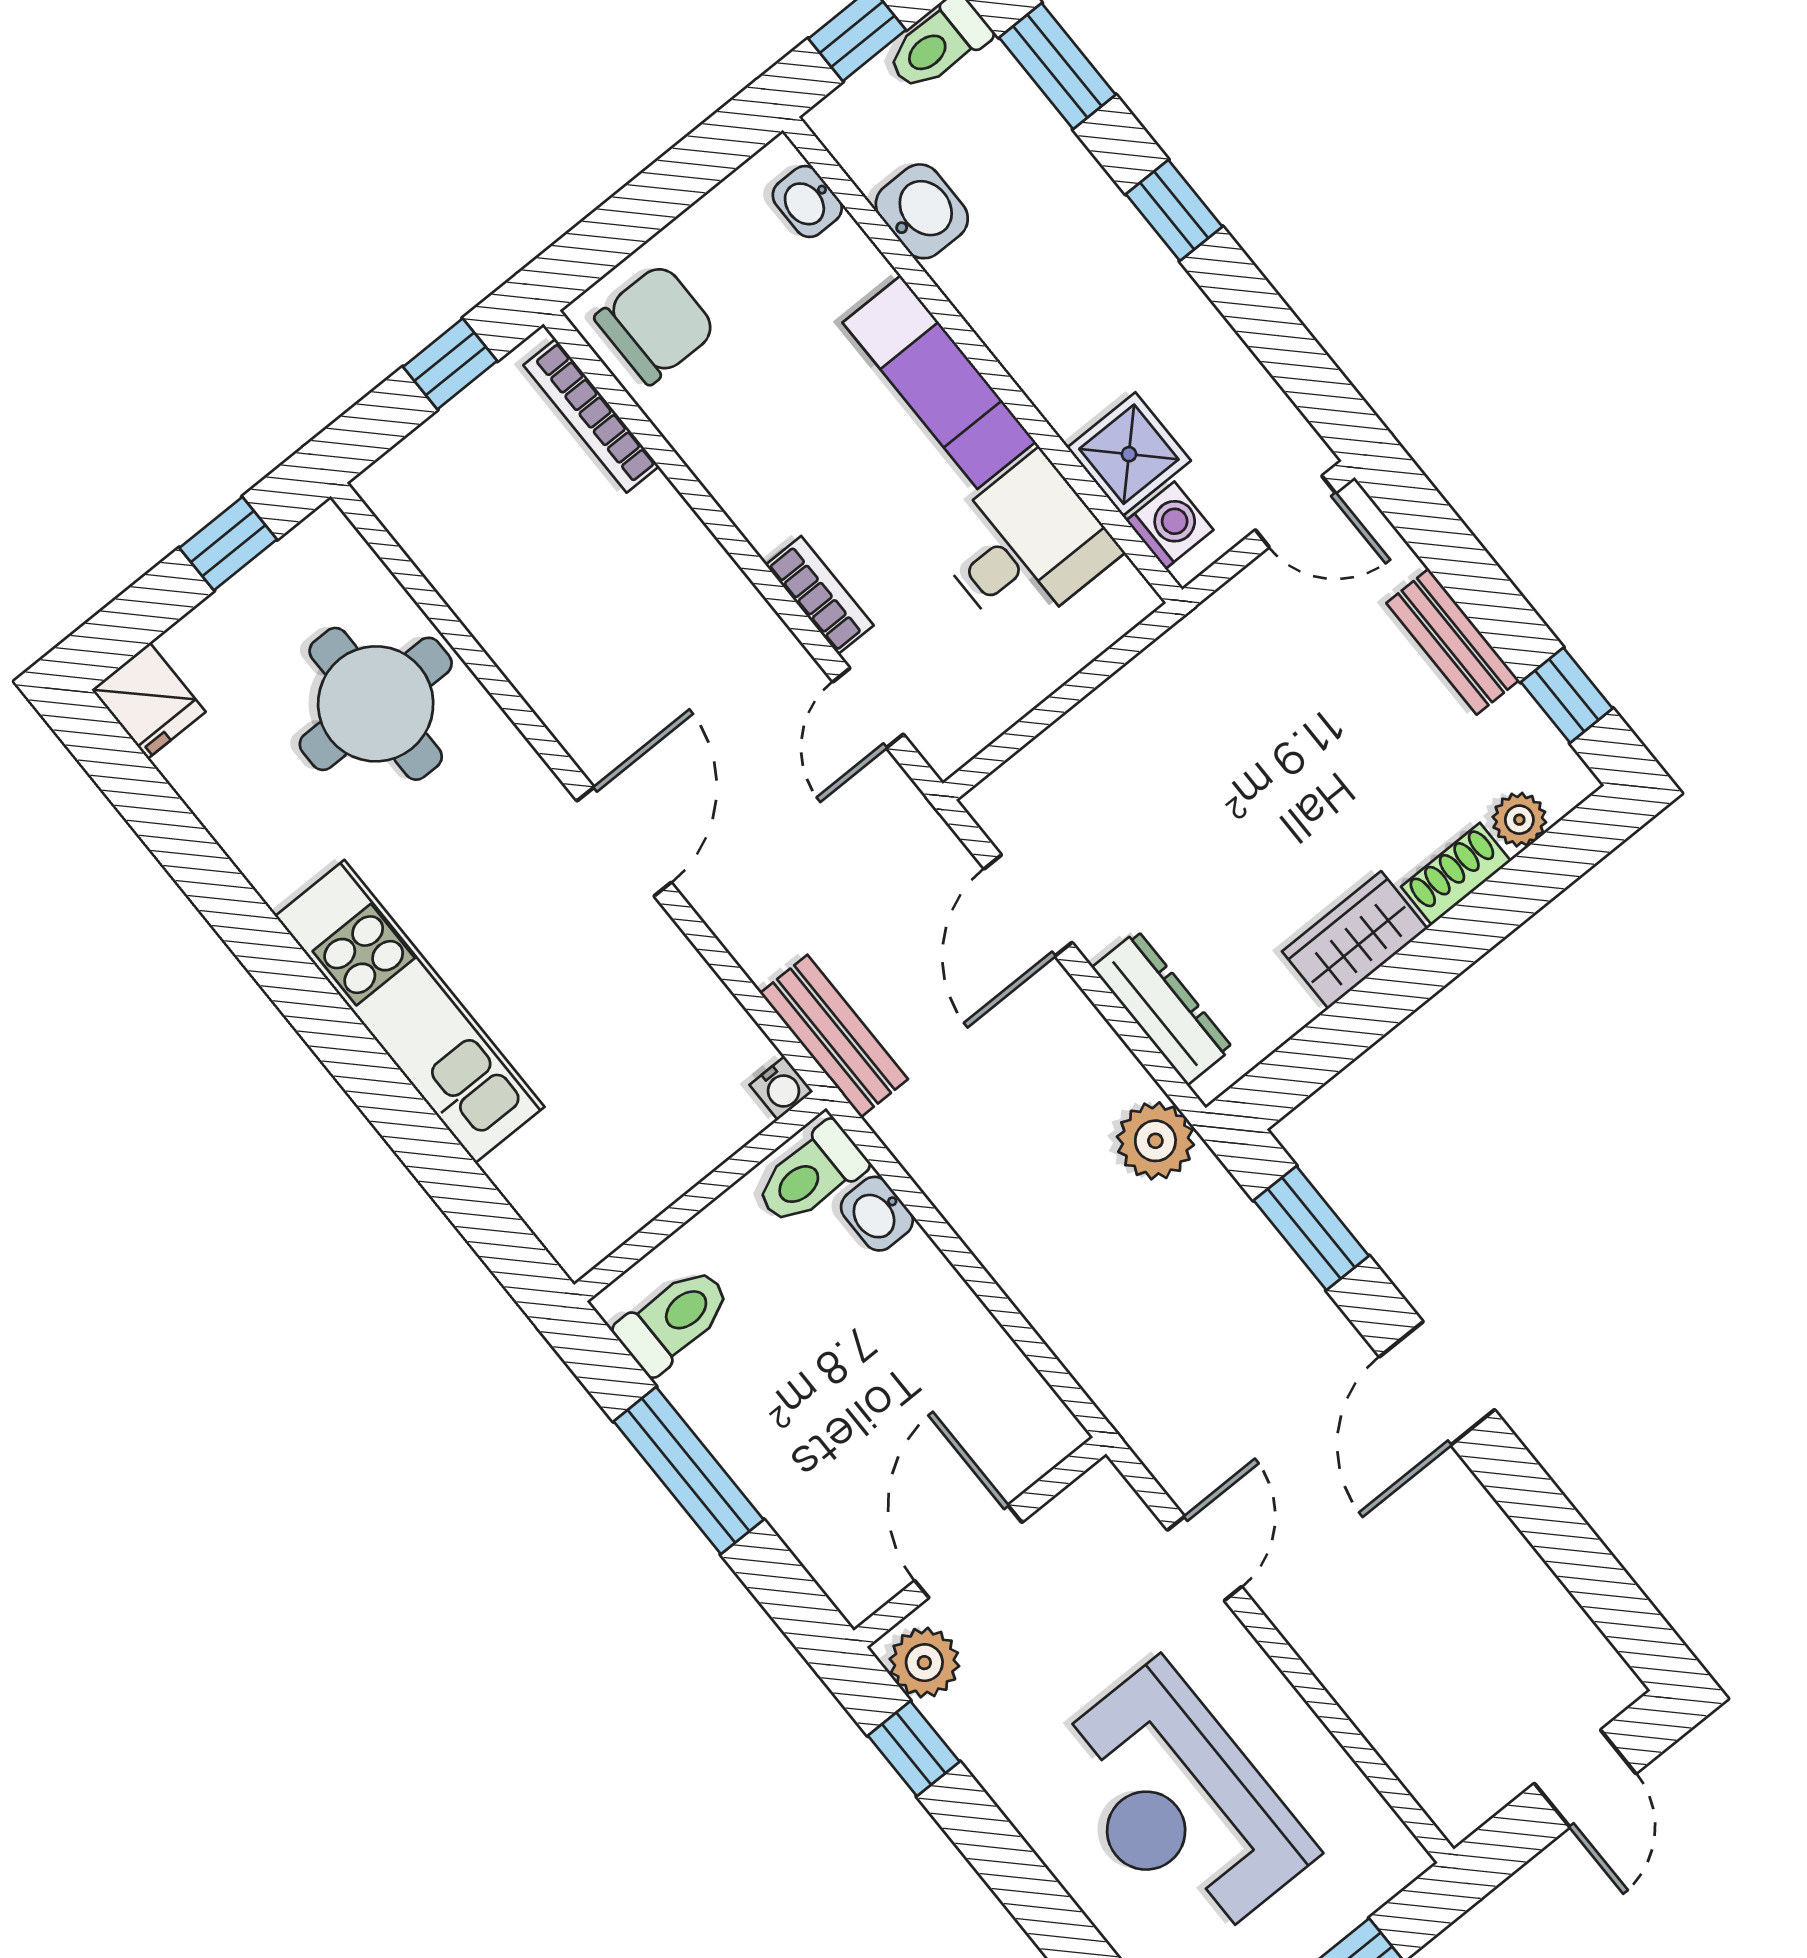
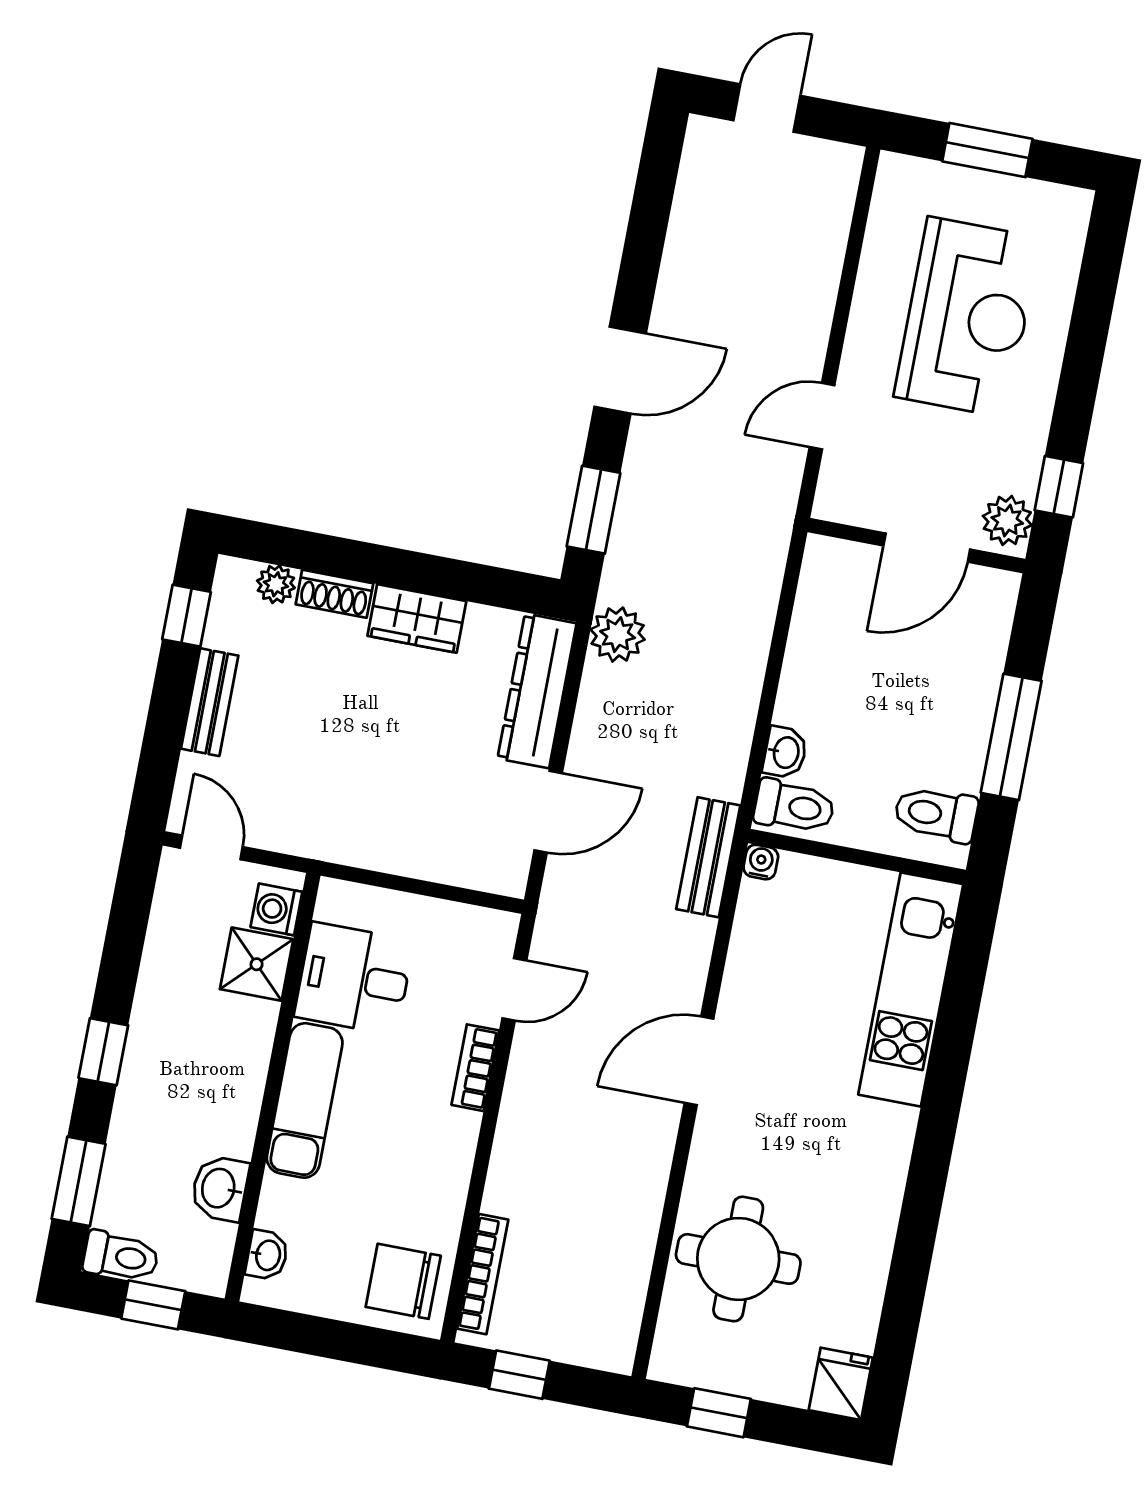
dresser: (1162, 1008) -> (537, 691), width x1.37, depth x1.24
kitchen unit: (410, 1012) -> (911, 989), moved

